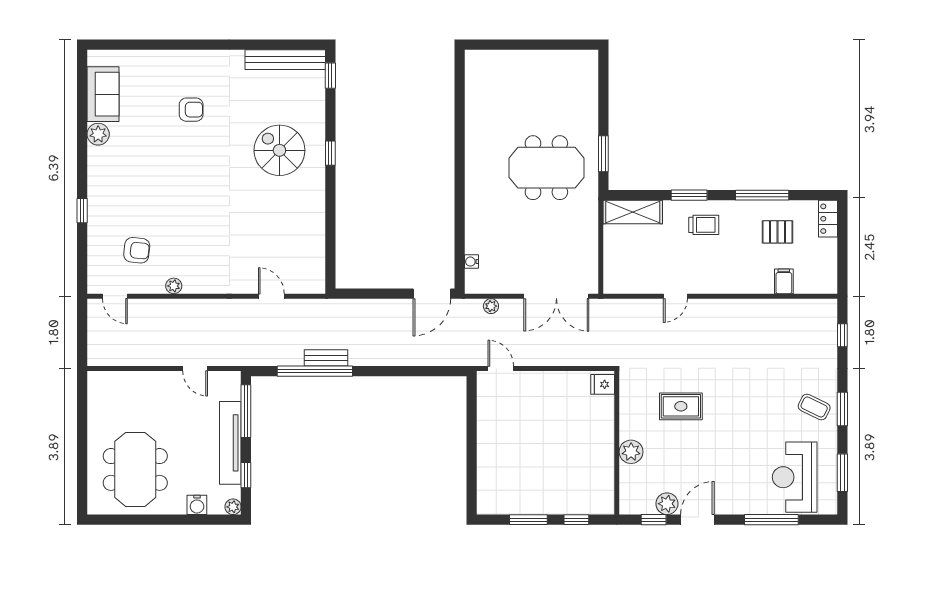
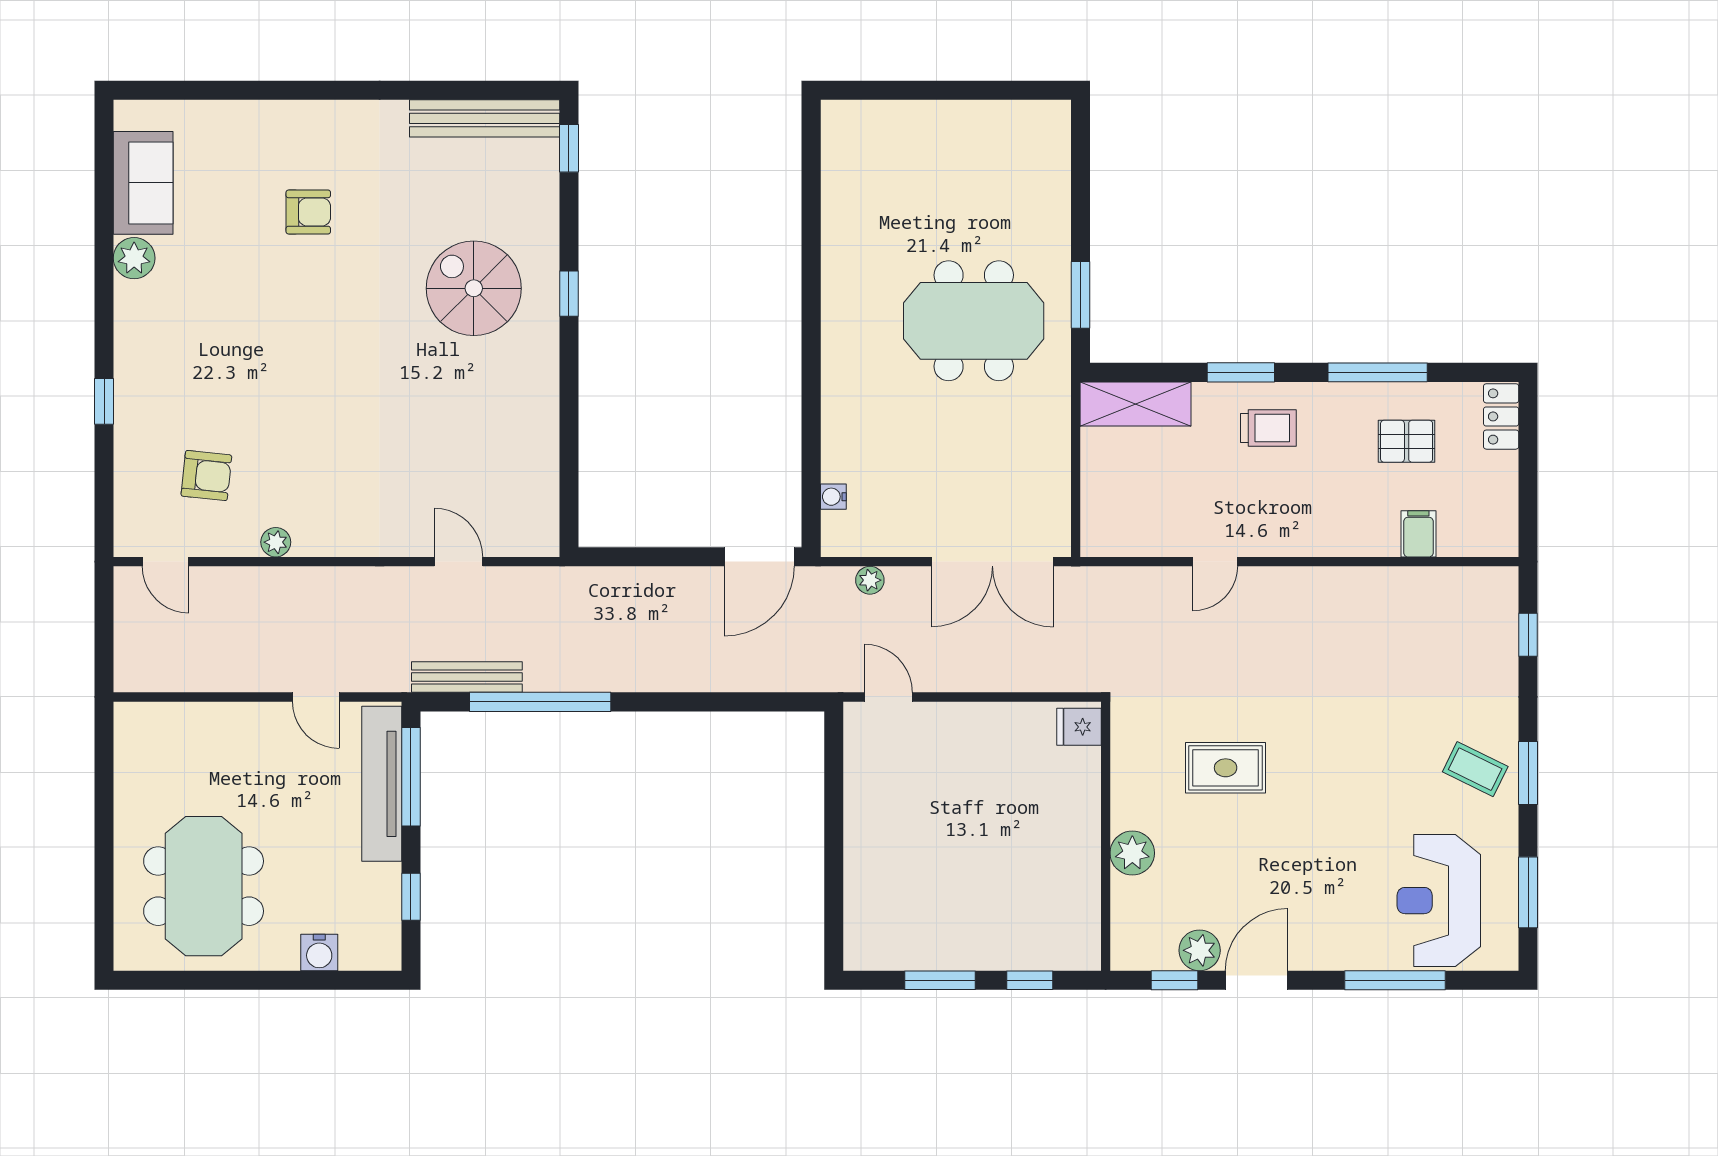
bench: (326, 358) -> (467, 677), moved, width x1.36
tv unit: (230, 443) -> (382, 784), moved
plant: (233, 507) -> (387, 956), removed

